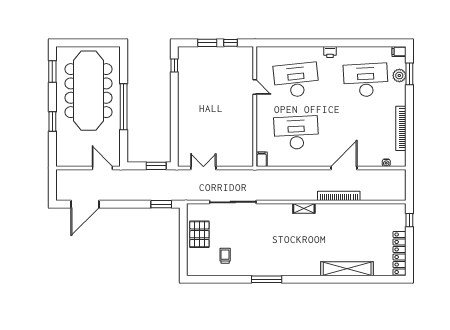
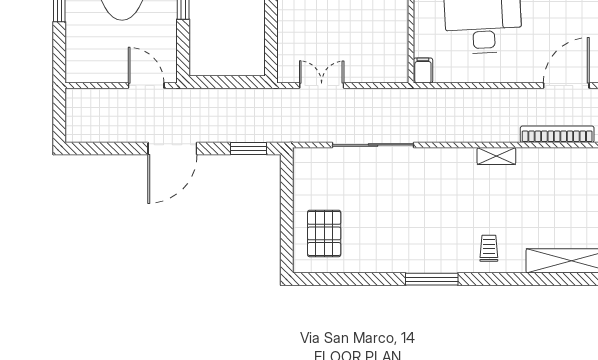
window: (156, 166) -> (240, 82), removed
door: (85, 204) -> (172, 149), moved
pallet: (199, 234) -> (324, 233), moved
trolley: (225, 256) -> (489, 248), moved

